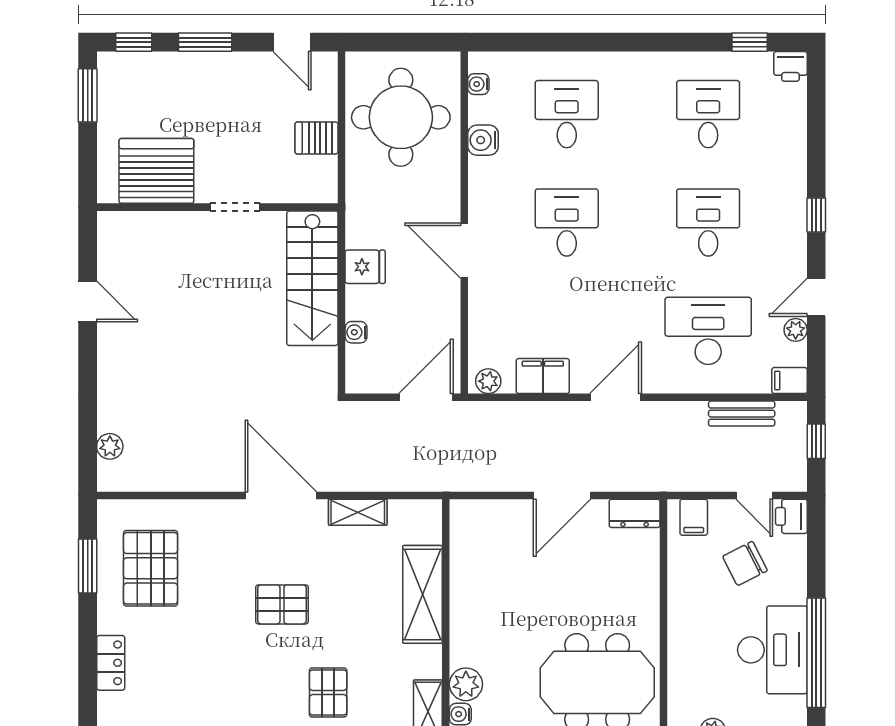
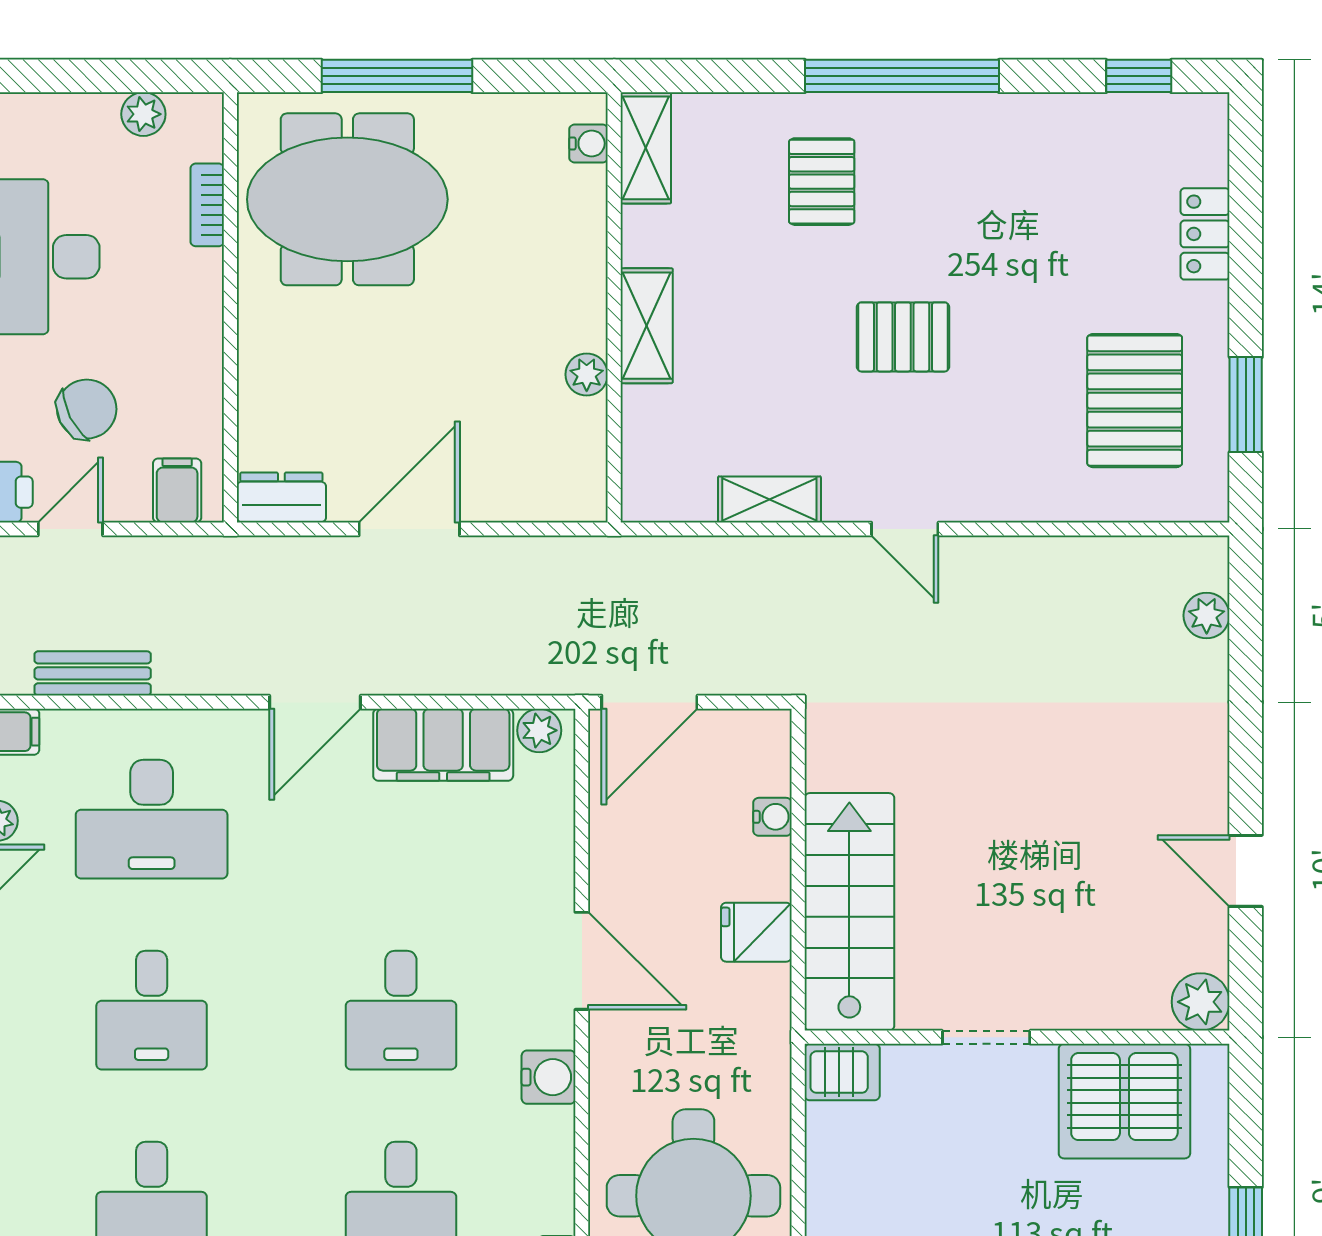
server rack: (317, 138) -> (842, 1072), moved
water cooler: (483, 140) -> (549, 1077), moved
plant: (113, 227) -> (1201, 1002), added
filing cabinet: (543, 376) -> (443, 745), width x1.50, depth x1.17
door: (281, 495) -> (905, 529), width x0.53
door: (754, 495) -> (70, 529), hinge flipped
shelving: (422, 594) -> (647, 326), width x0.67, depth x0.75
bookcase: (677, 679) -> (207, 205), added
plant: (466, 684) -> (587, 374), moved, width x0.73, depth x0.73

